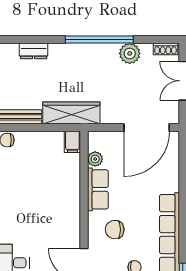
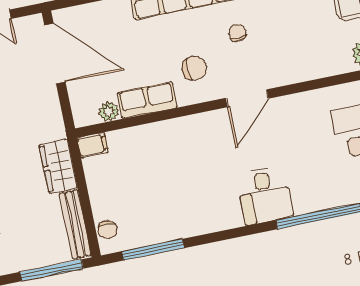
wardrobe: (71, 113) -> (58, 166), width x0.67
chair: (115, 230) -> (194, 68), turned -90

